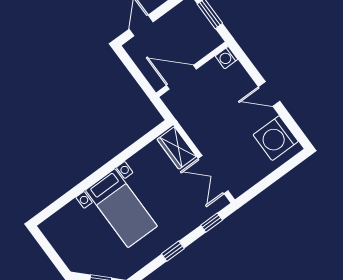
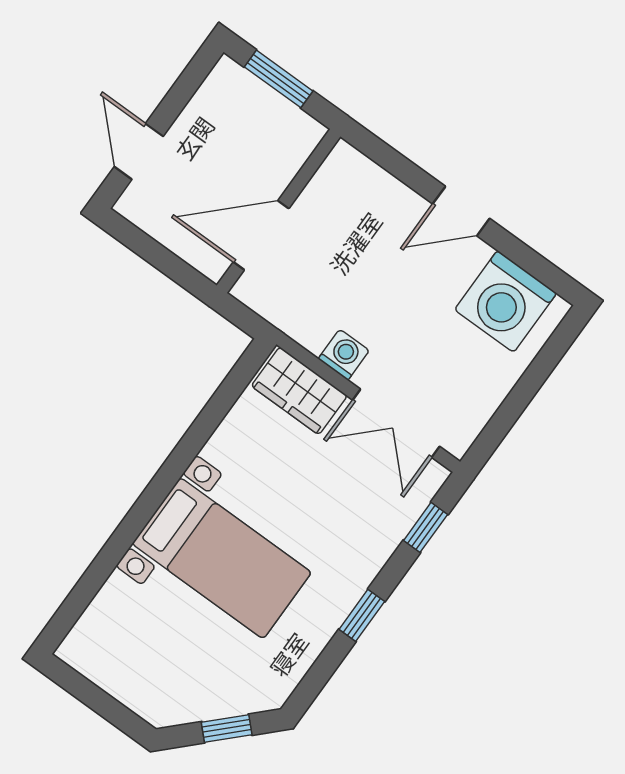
washing machine: (226, 58) -> (344, 355), moved, turned 180

